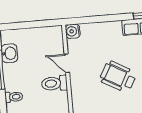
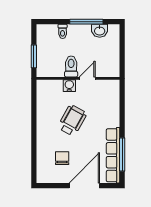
water cooler: (73, 31) -> (69, 86), moved

